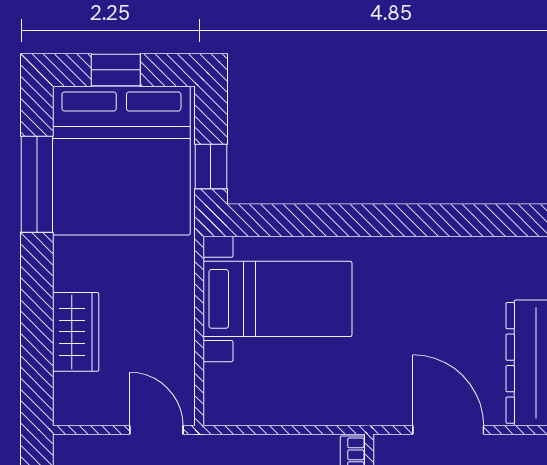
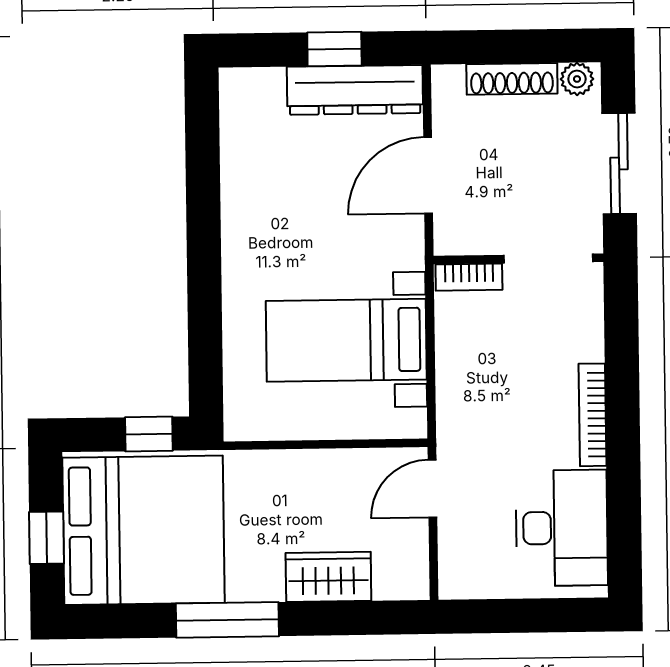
window: (37, 184) -> (227, 620), moved
bed with nightstands: (277, 299) -> (346, 340), moved, turned -90

